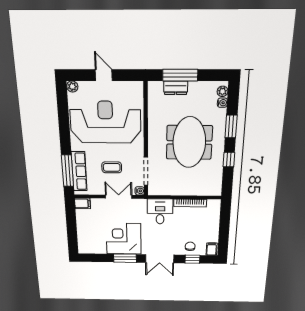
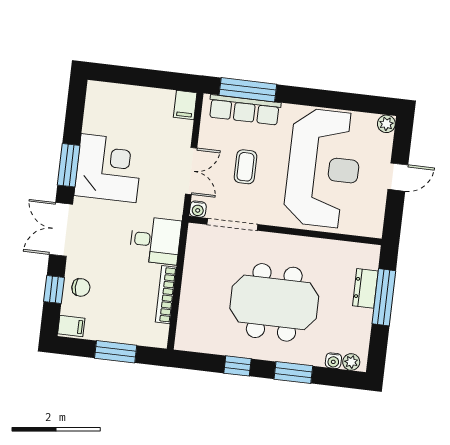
window: (224, 226) -> (116, 352), added

